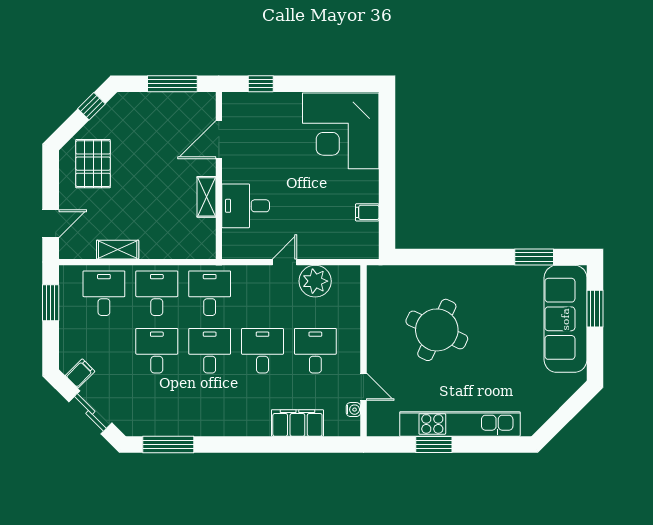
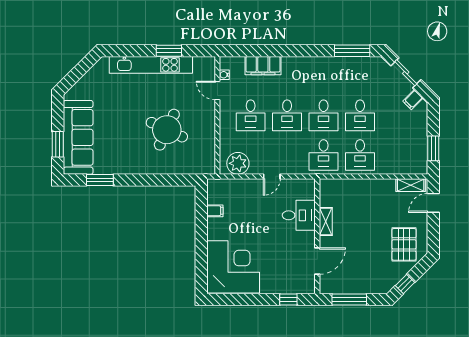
shelving: (118, 250) -> (411, 185), moved
plant: (315, 281) -> (238, 163), moved
desk: (104, 293) -> (396, 155), removed

